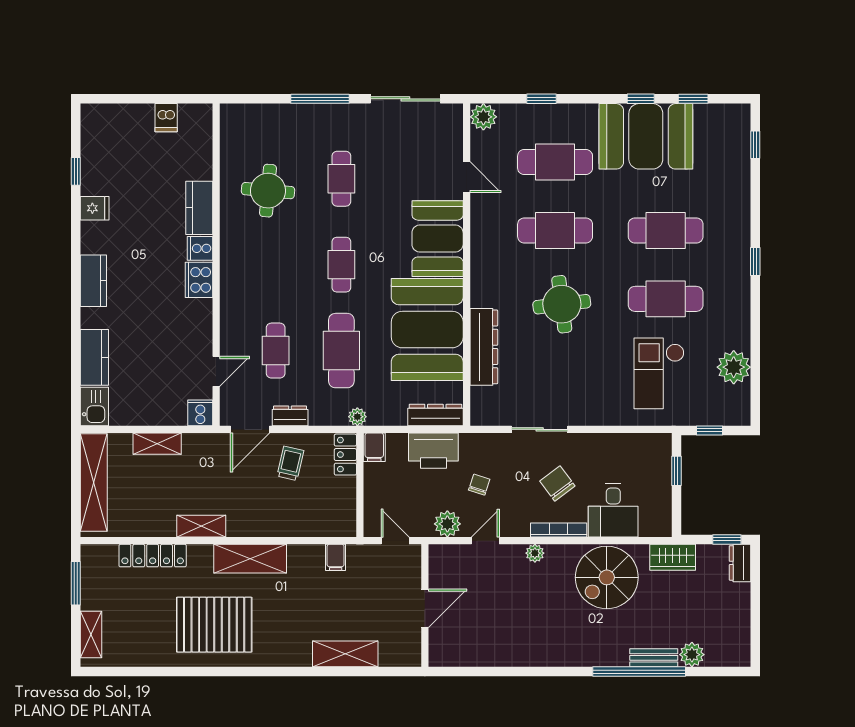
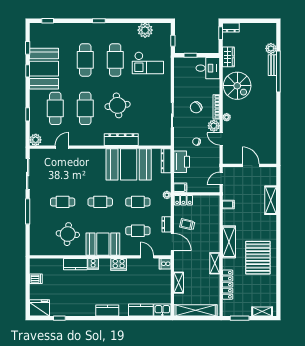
fridge: (95, 208) -> (39, 308), moved, width x1.88, depth x1.34
booth: (438, 239) -> (103, 244), moved
cooker: (199, 280) -> (119, 264), moved
dresser: (484, 347) -> (121, 140), moved
cafe table: (341, 351) -> (138, 202), width x0.73, depth x0.74
desk: (613, 510) -> (208, 68), moved
plant: (447, 524) -> (214, 126), moved

